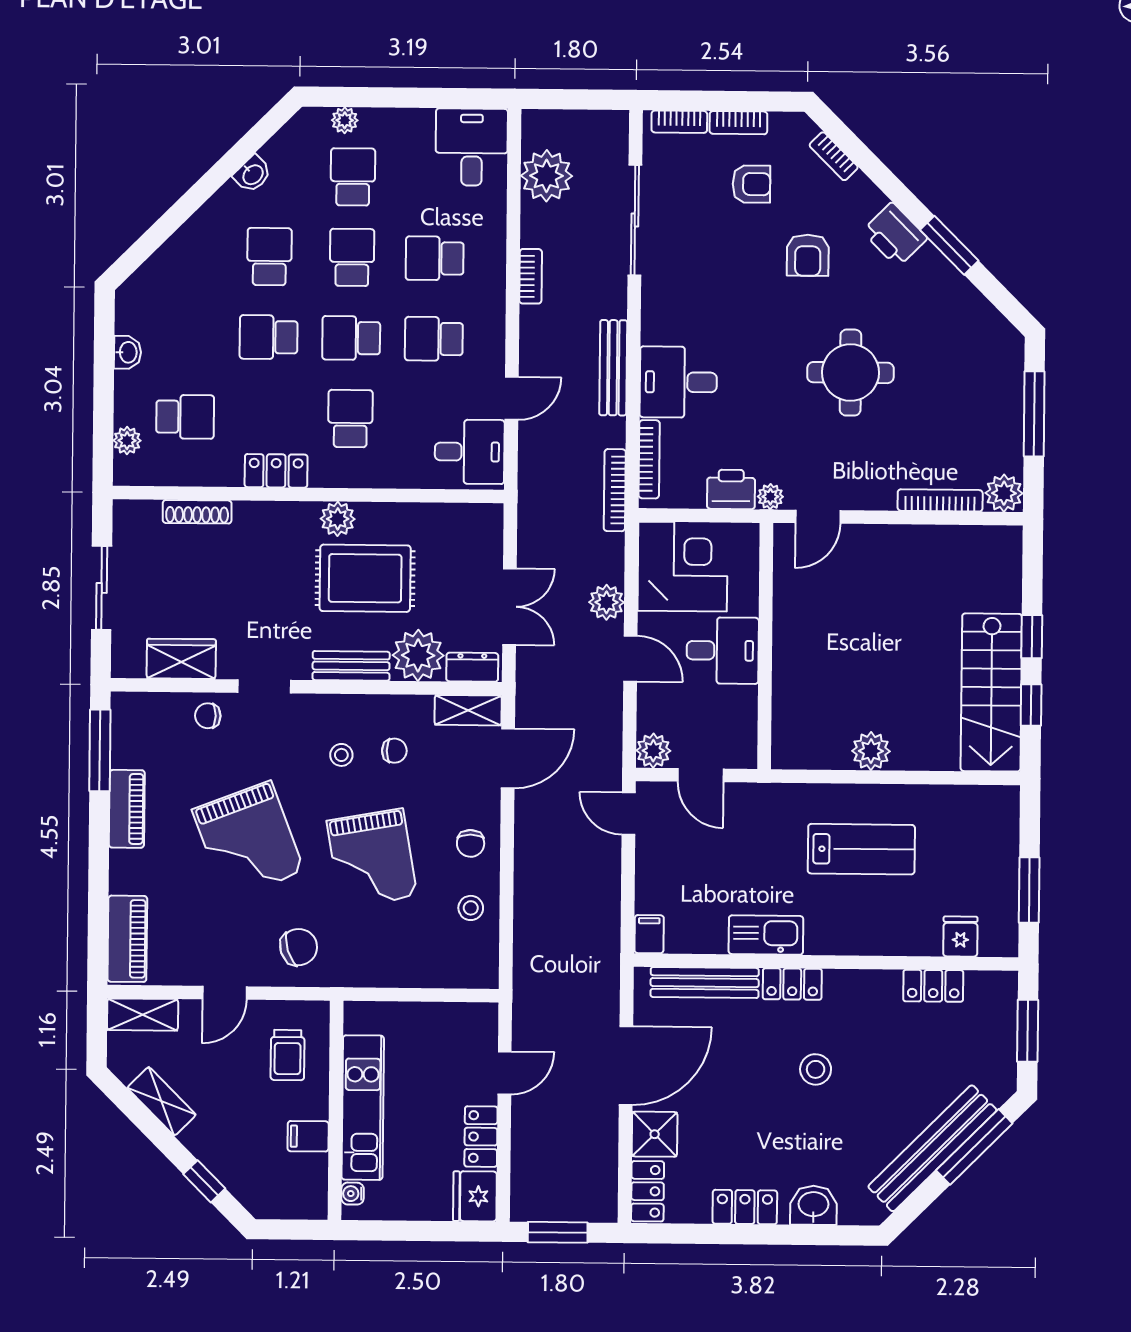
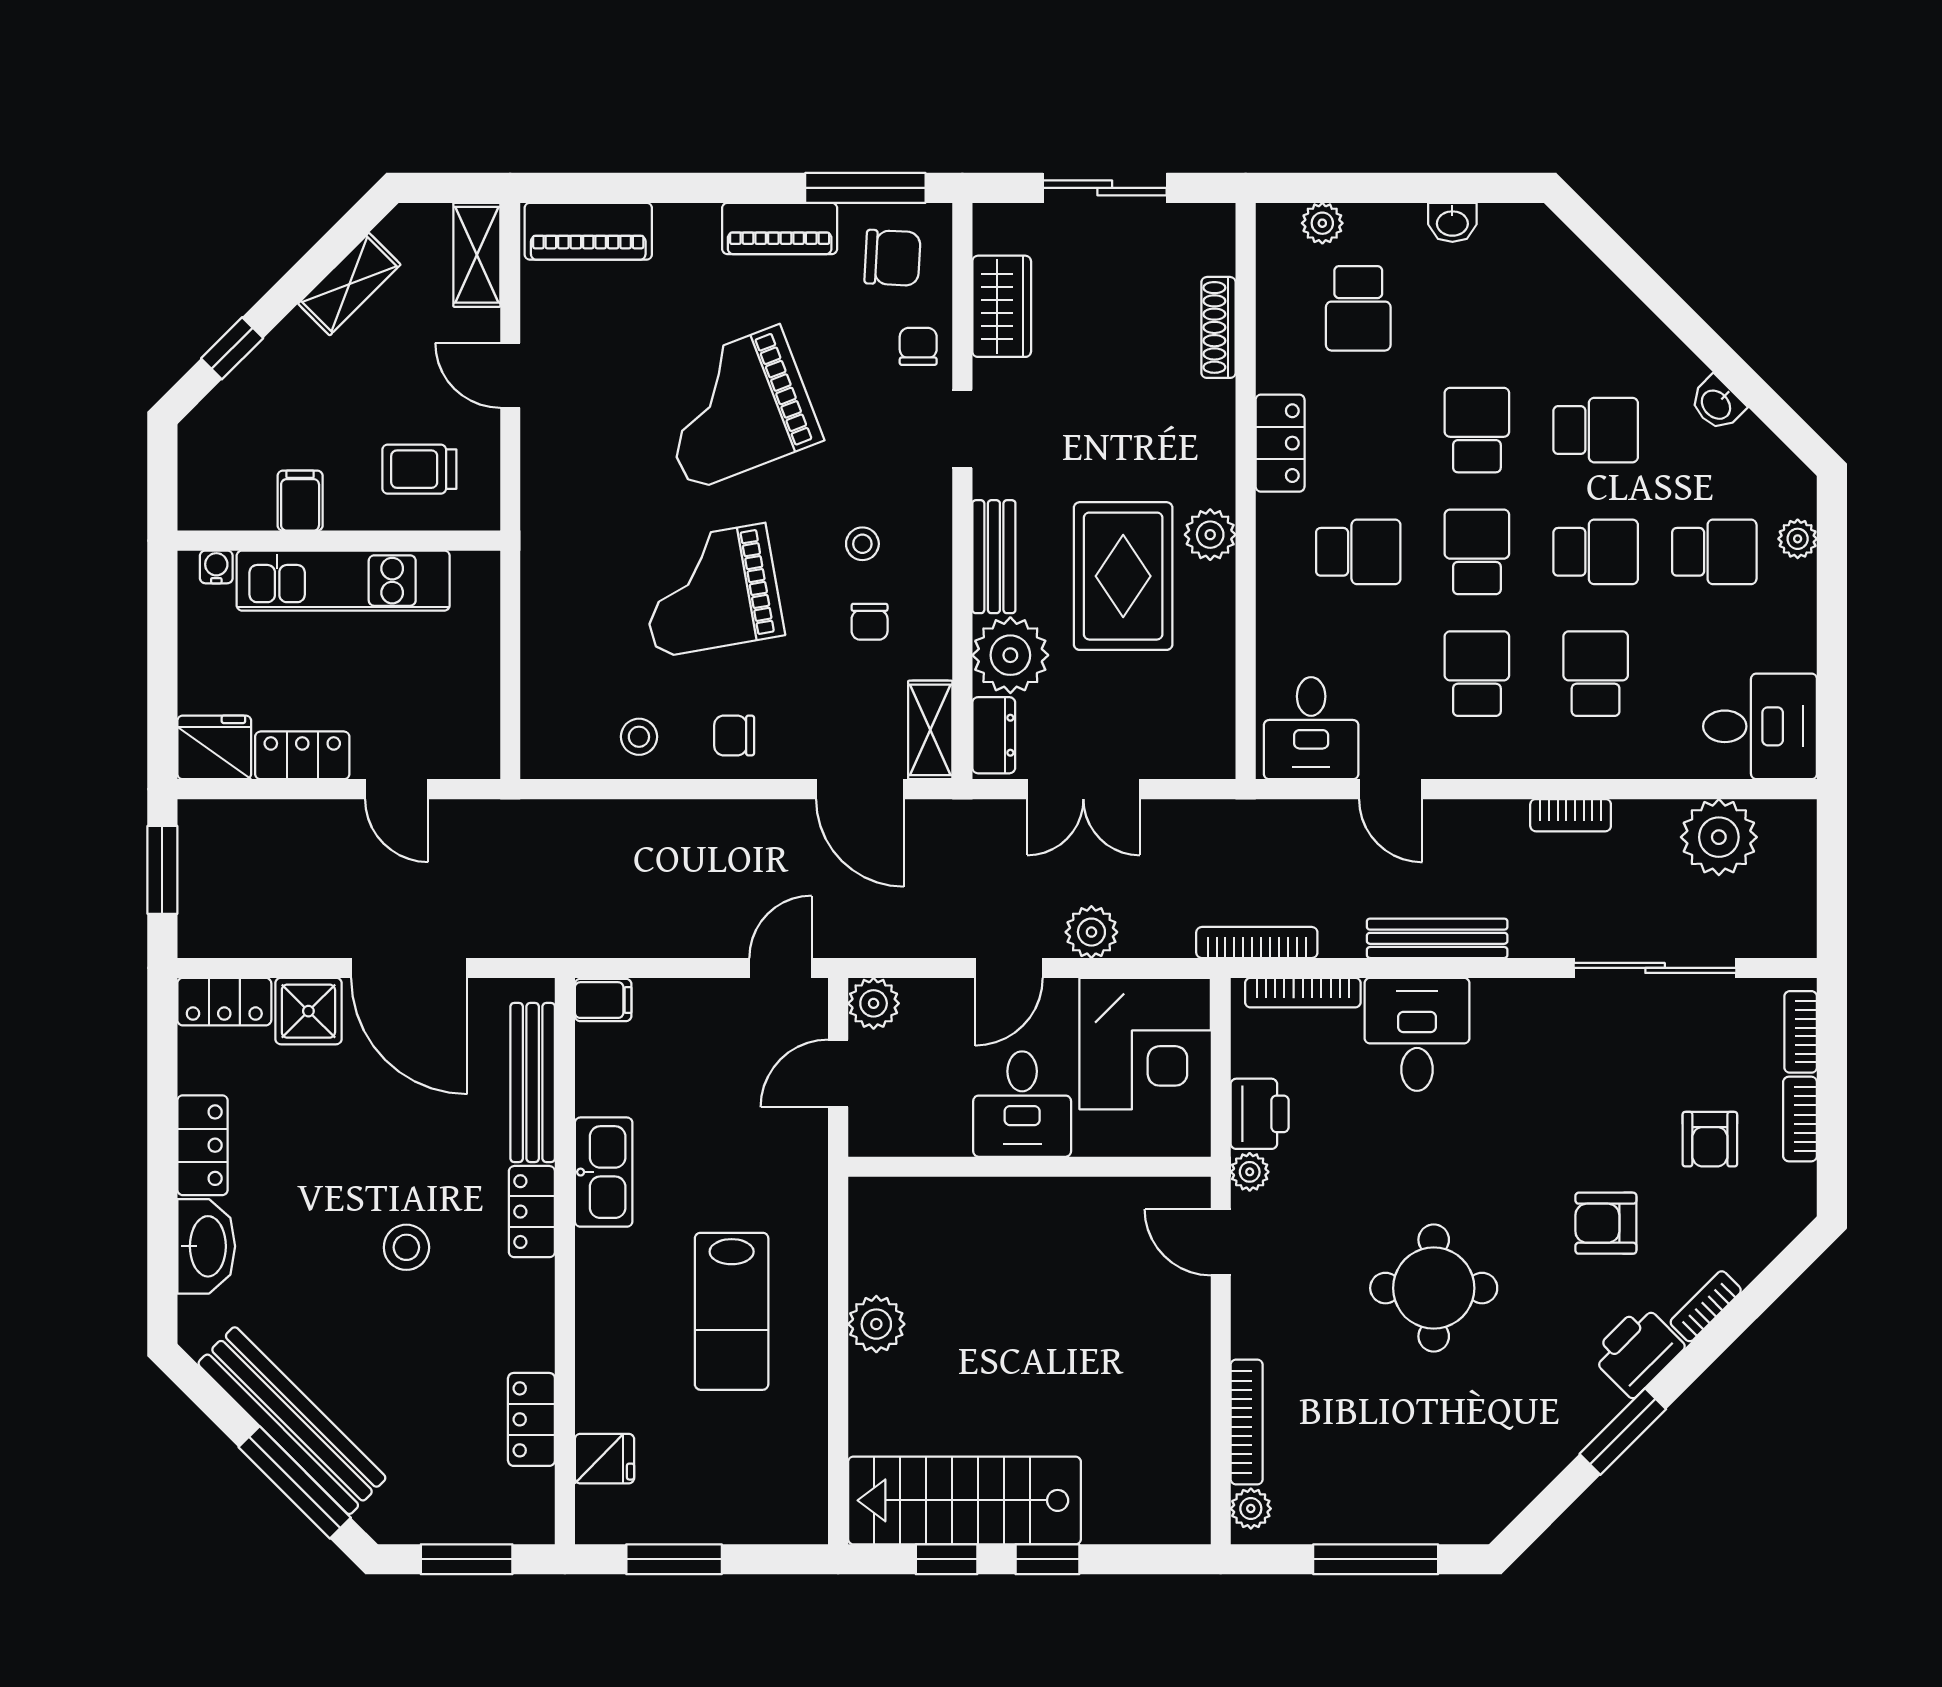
bookcase: (834, 156) -> (1706, 1306), moved
plant: (1004, 493) -> (1251, 1509), width x0.73, depth x0.73
chair: (299, 947) -> (893, 258), moved, turned -69
washbasin: (813, 1205) -> (206, 1246), width x1.38

